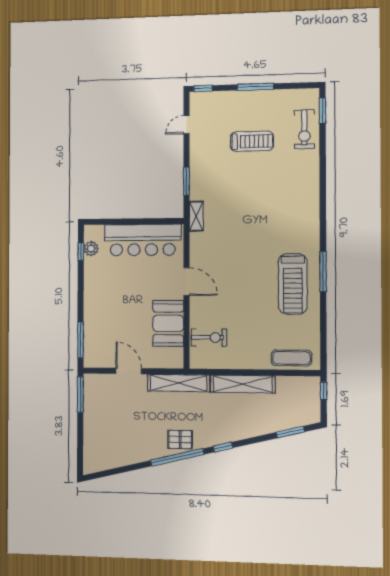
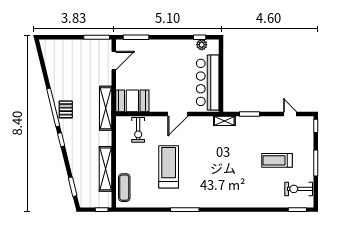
exercise bike: (304, 129) -> (299, 189), moved
treadmill: (252, 141) -> (277, 160), turned 90
treadmill: (293, 284) -> (169, 167), moved, turned 90
booth: (168, 323) -> (132, 101), moved
door: (129, 371) -> (114, 61), moved
shelving: (243, 384) -> (106, 169), moved

